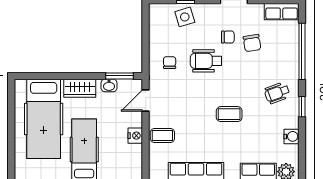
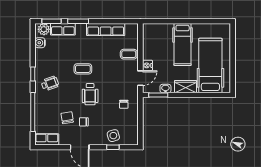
wheelchair: (206, 61) -> (90, 94), moved, turned 90
nightstand: (135, 136) -> (147, 65), moved
water cooler: (291, 136) -> (40, 43), moved

